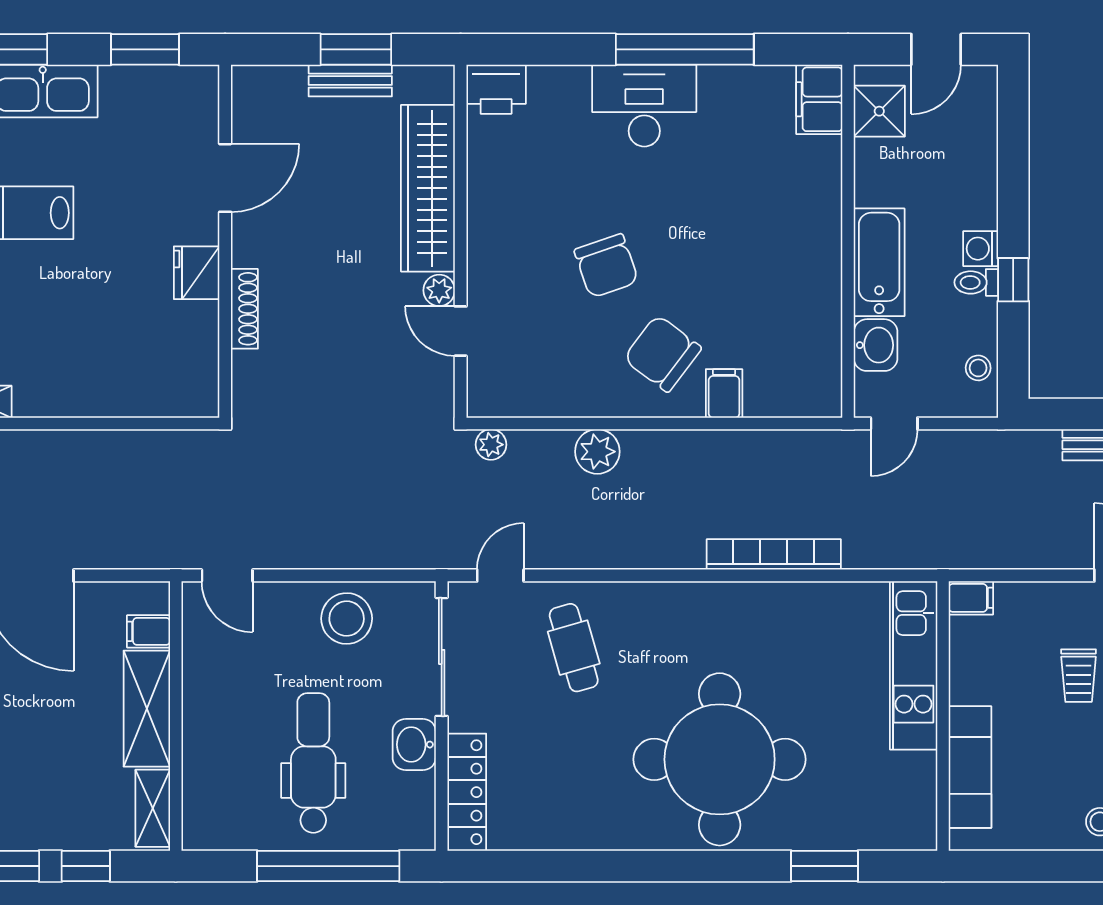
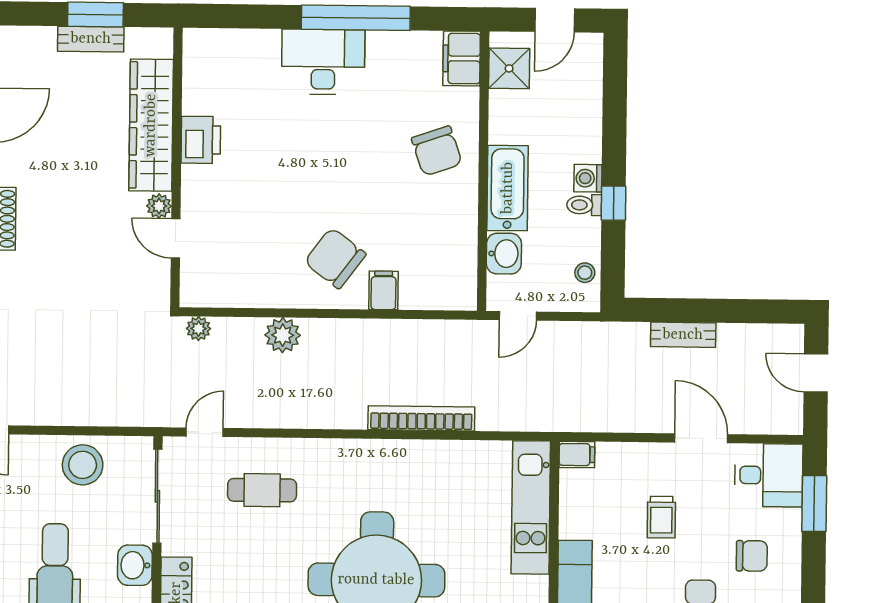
printer: (496, 89) -> (201, 140), moved, turned -90
chair: (606, 266) -> (437, 151), moved
cafe table: (574, 648) -> (262, 490), turned -74

